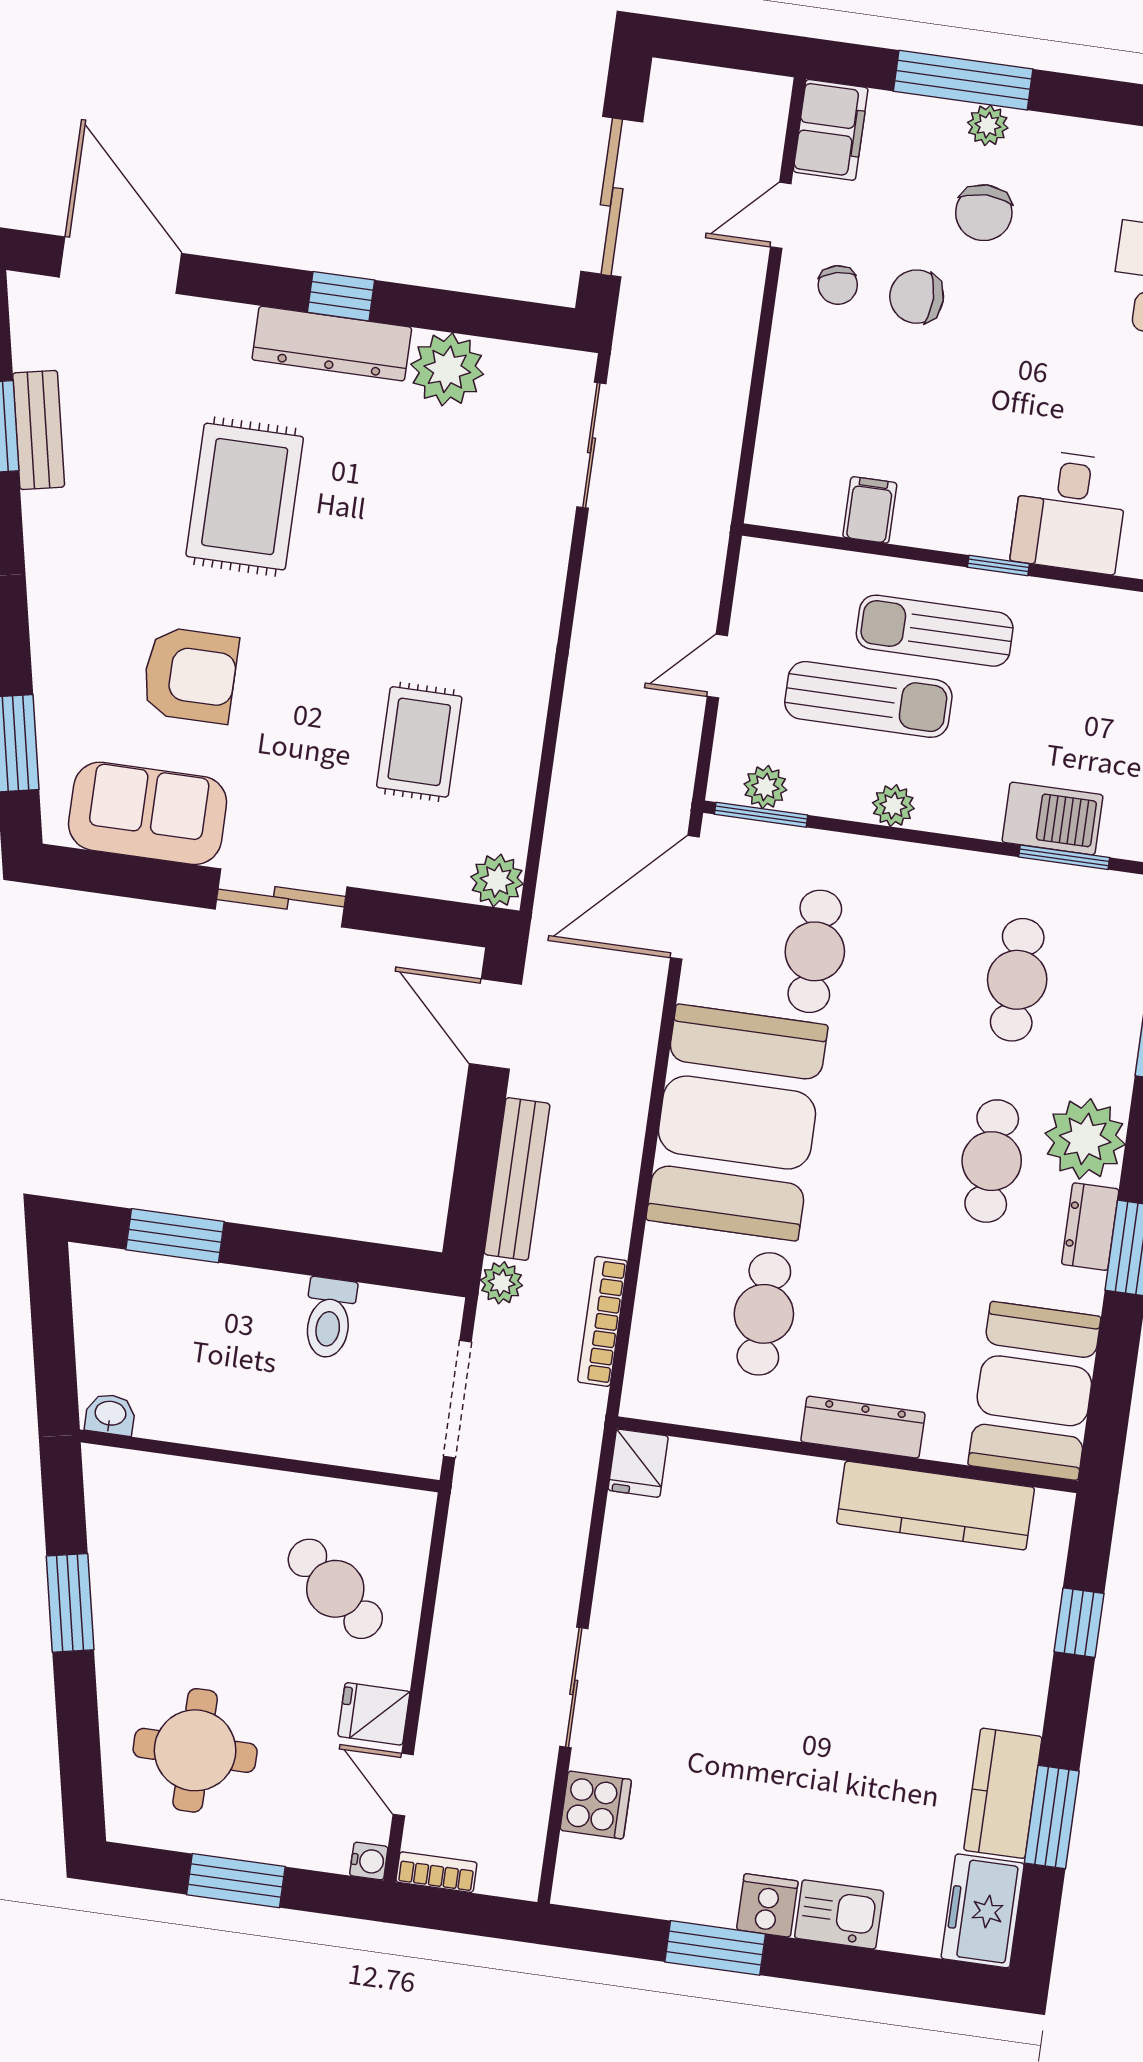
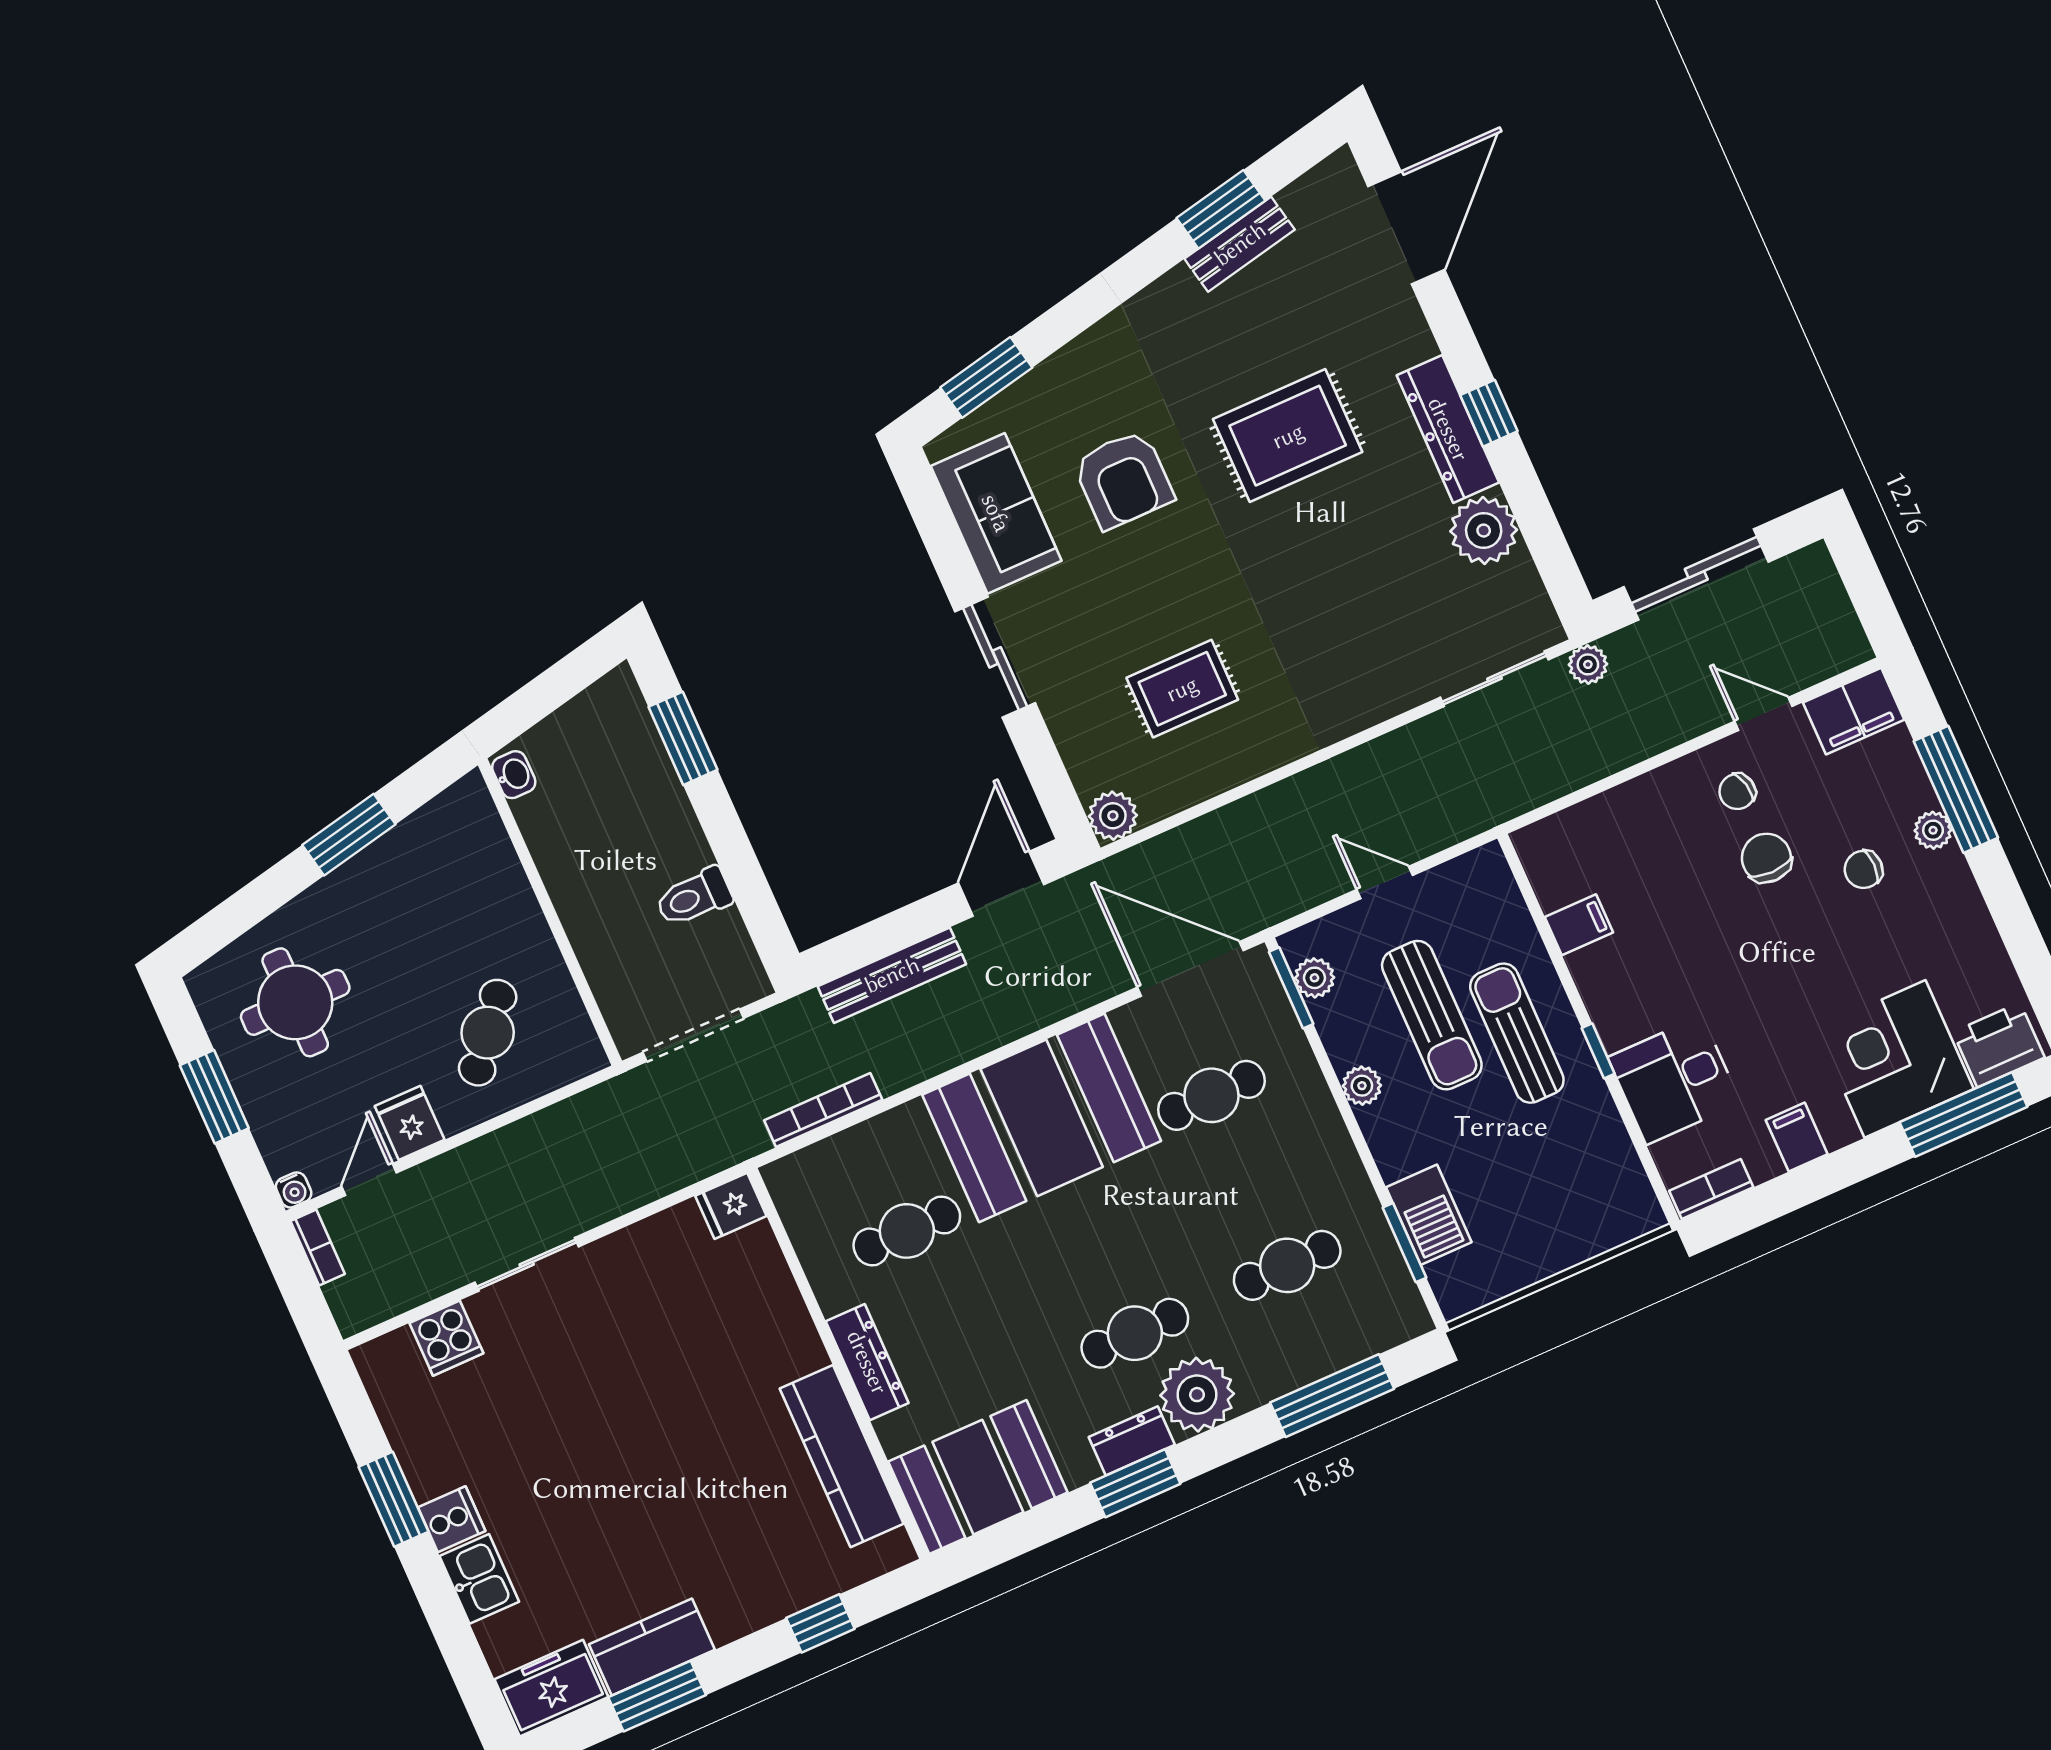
chair: (984, 213) -> (1864, 869), width x0.73, depth x0.73
plant: (502, 1283) -> (1588, 664), moved

